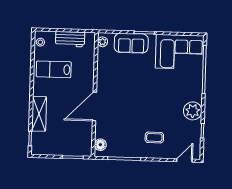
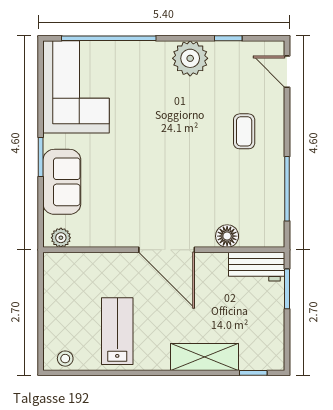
workbench: (70, 39) -> (257, 267), moved, turned 90
lab bench: (54, 69) -> (117, 331), turned 180
door: (94, 106) -> (167, 250), moved
floor lamp: (100, 145) -> (227, 236), moved

